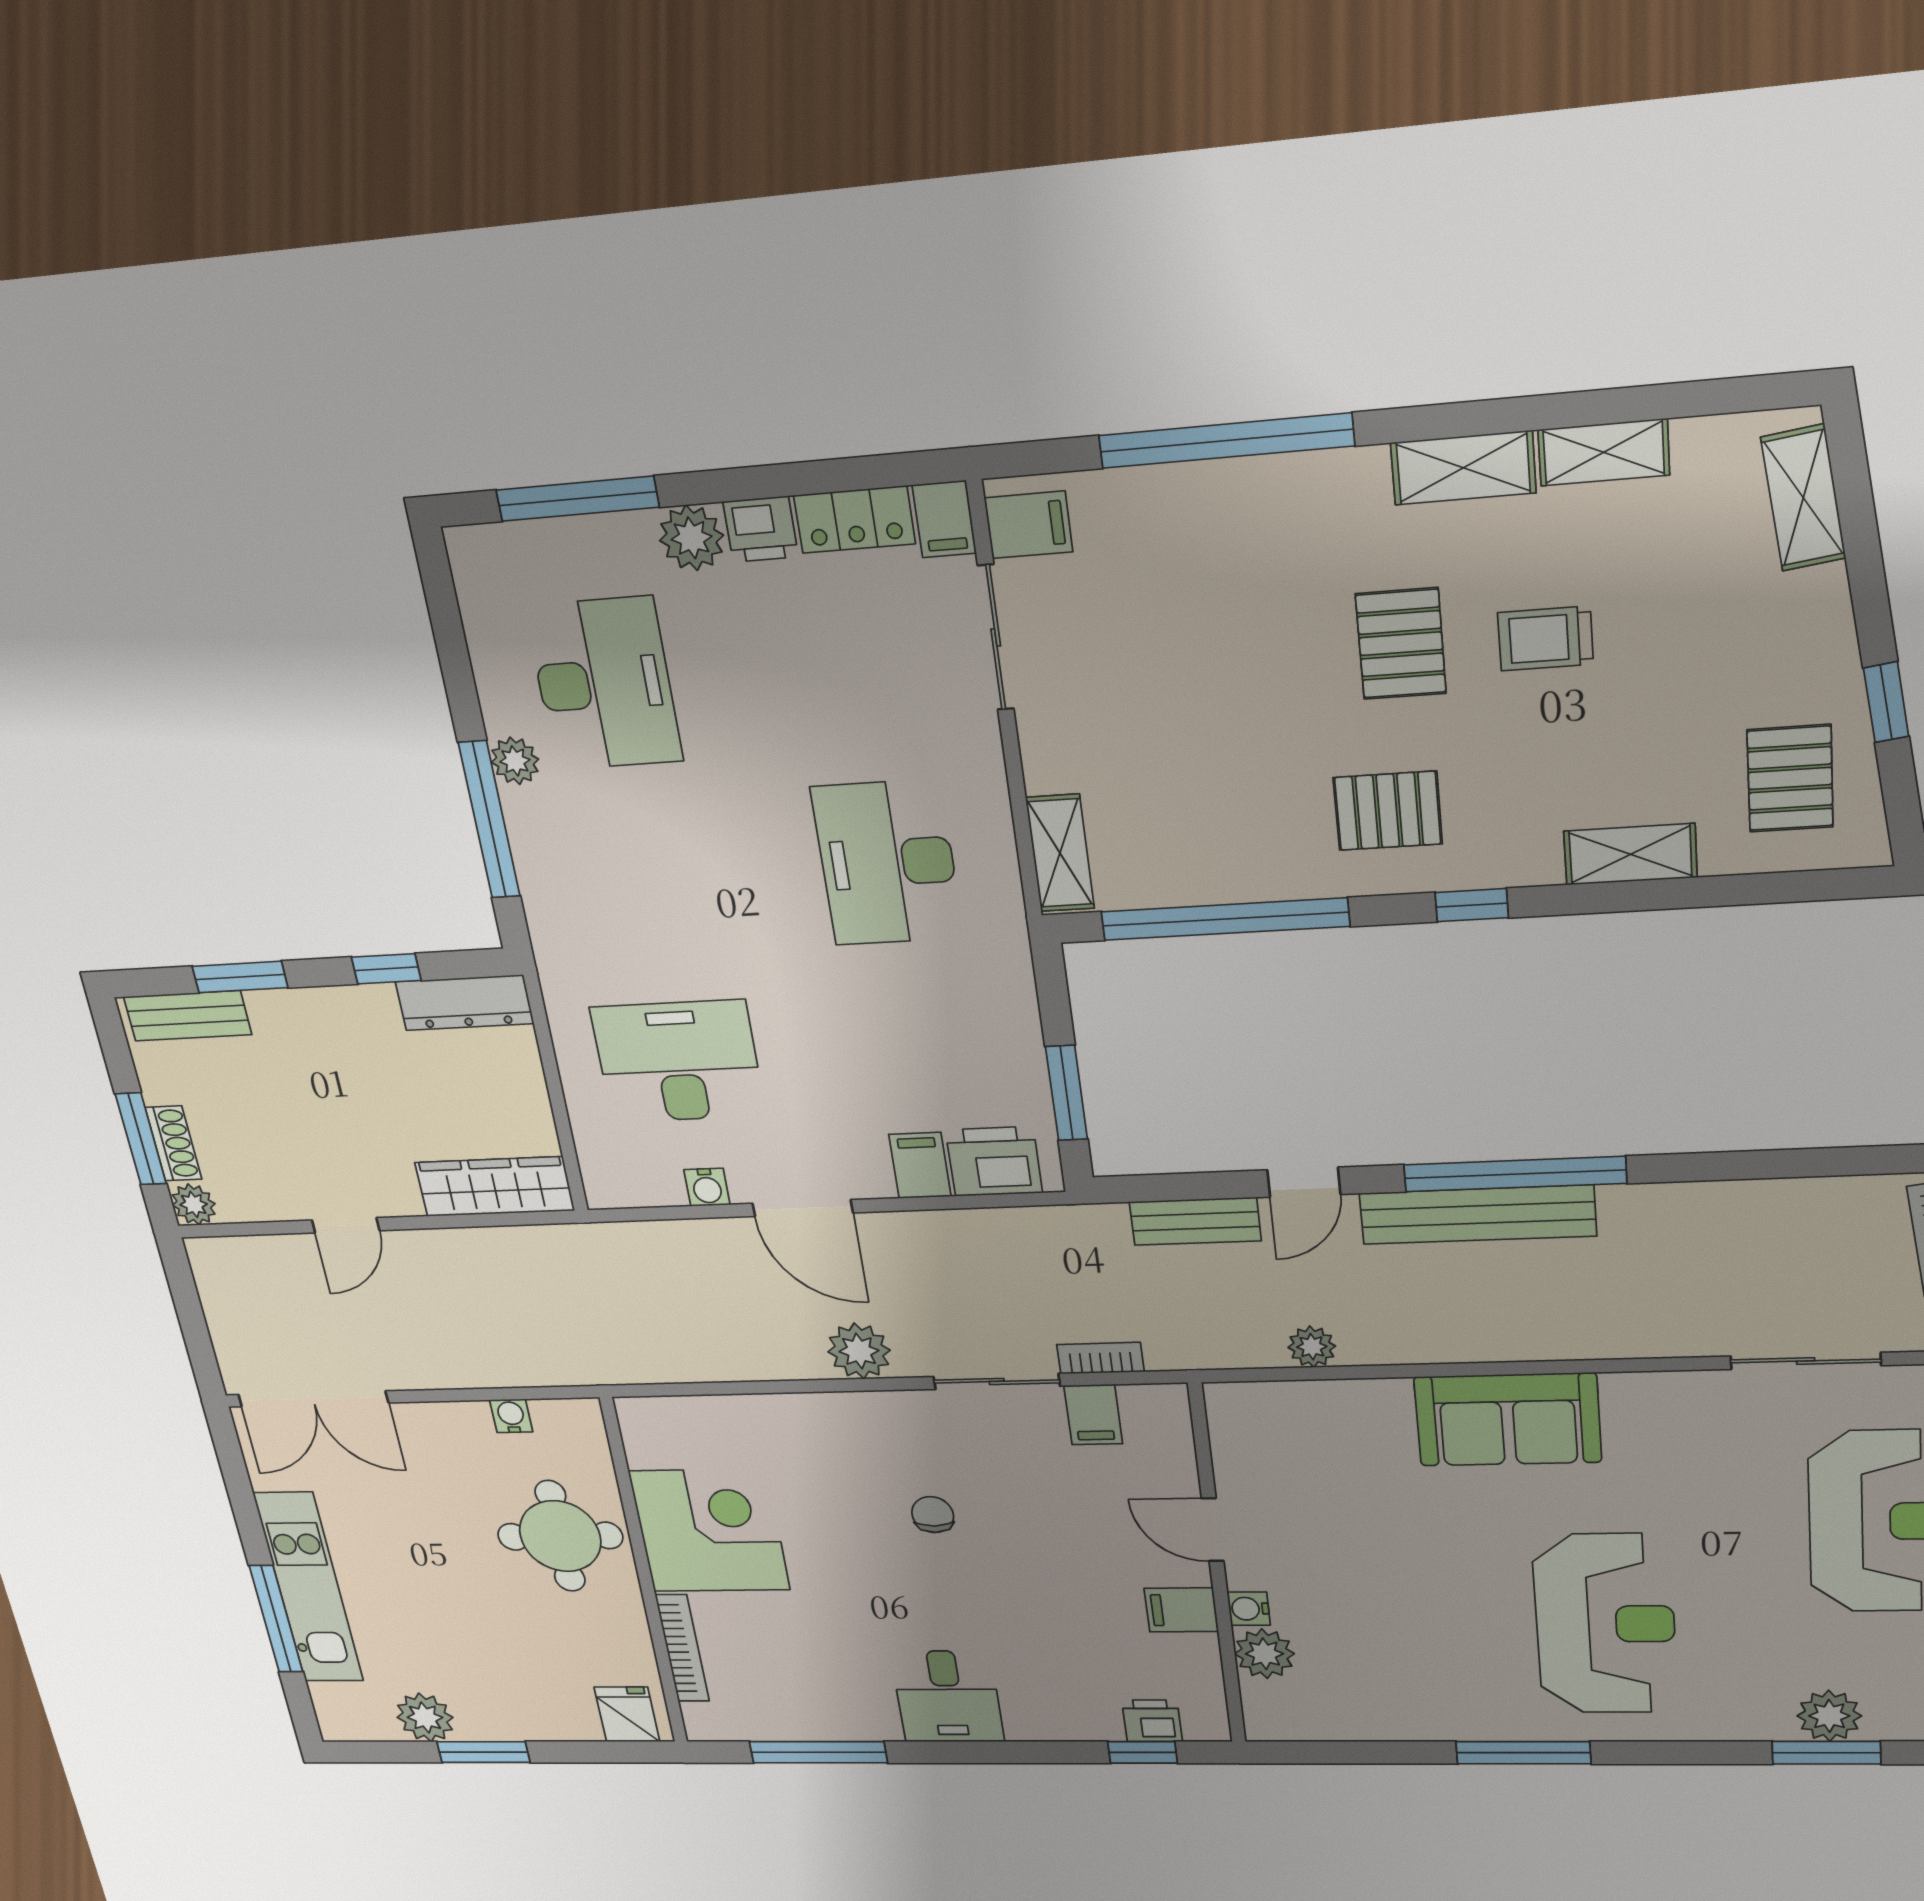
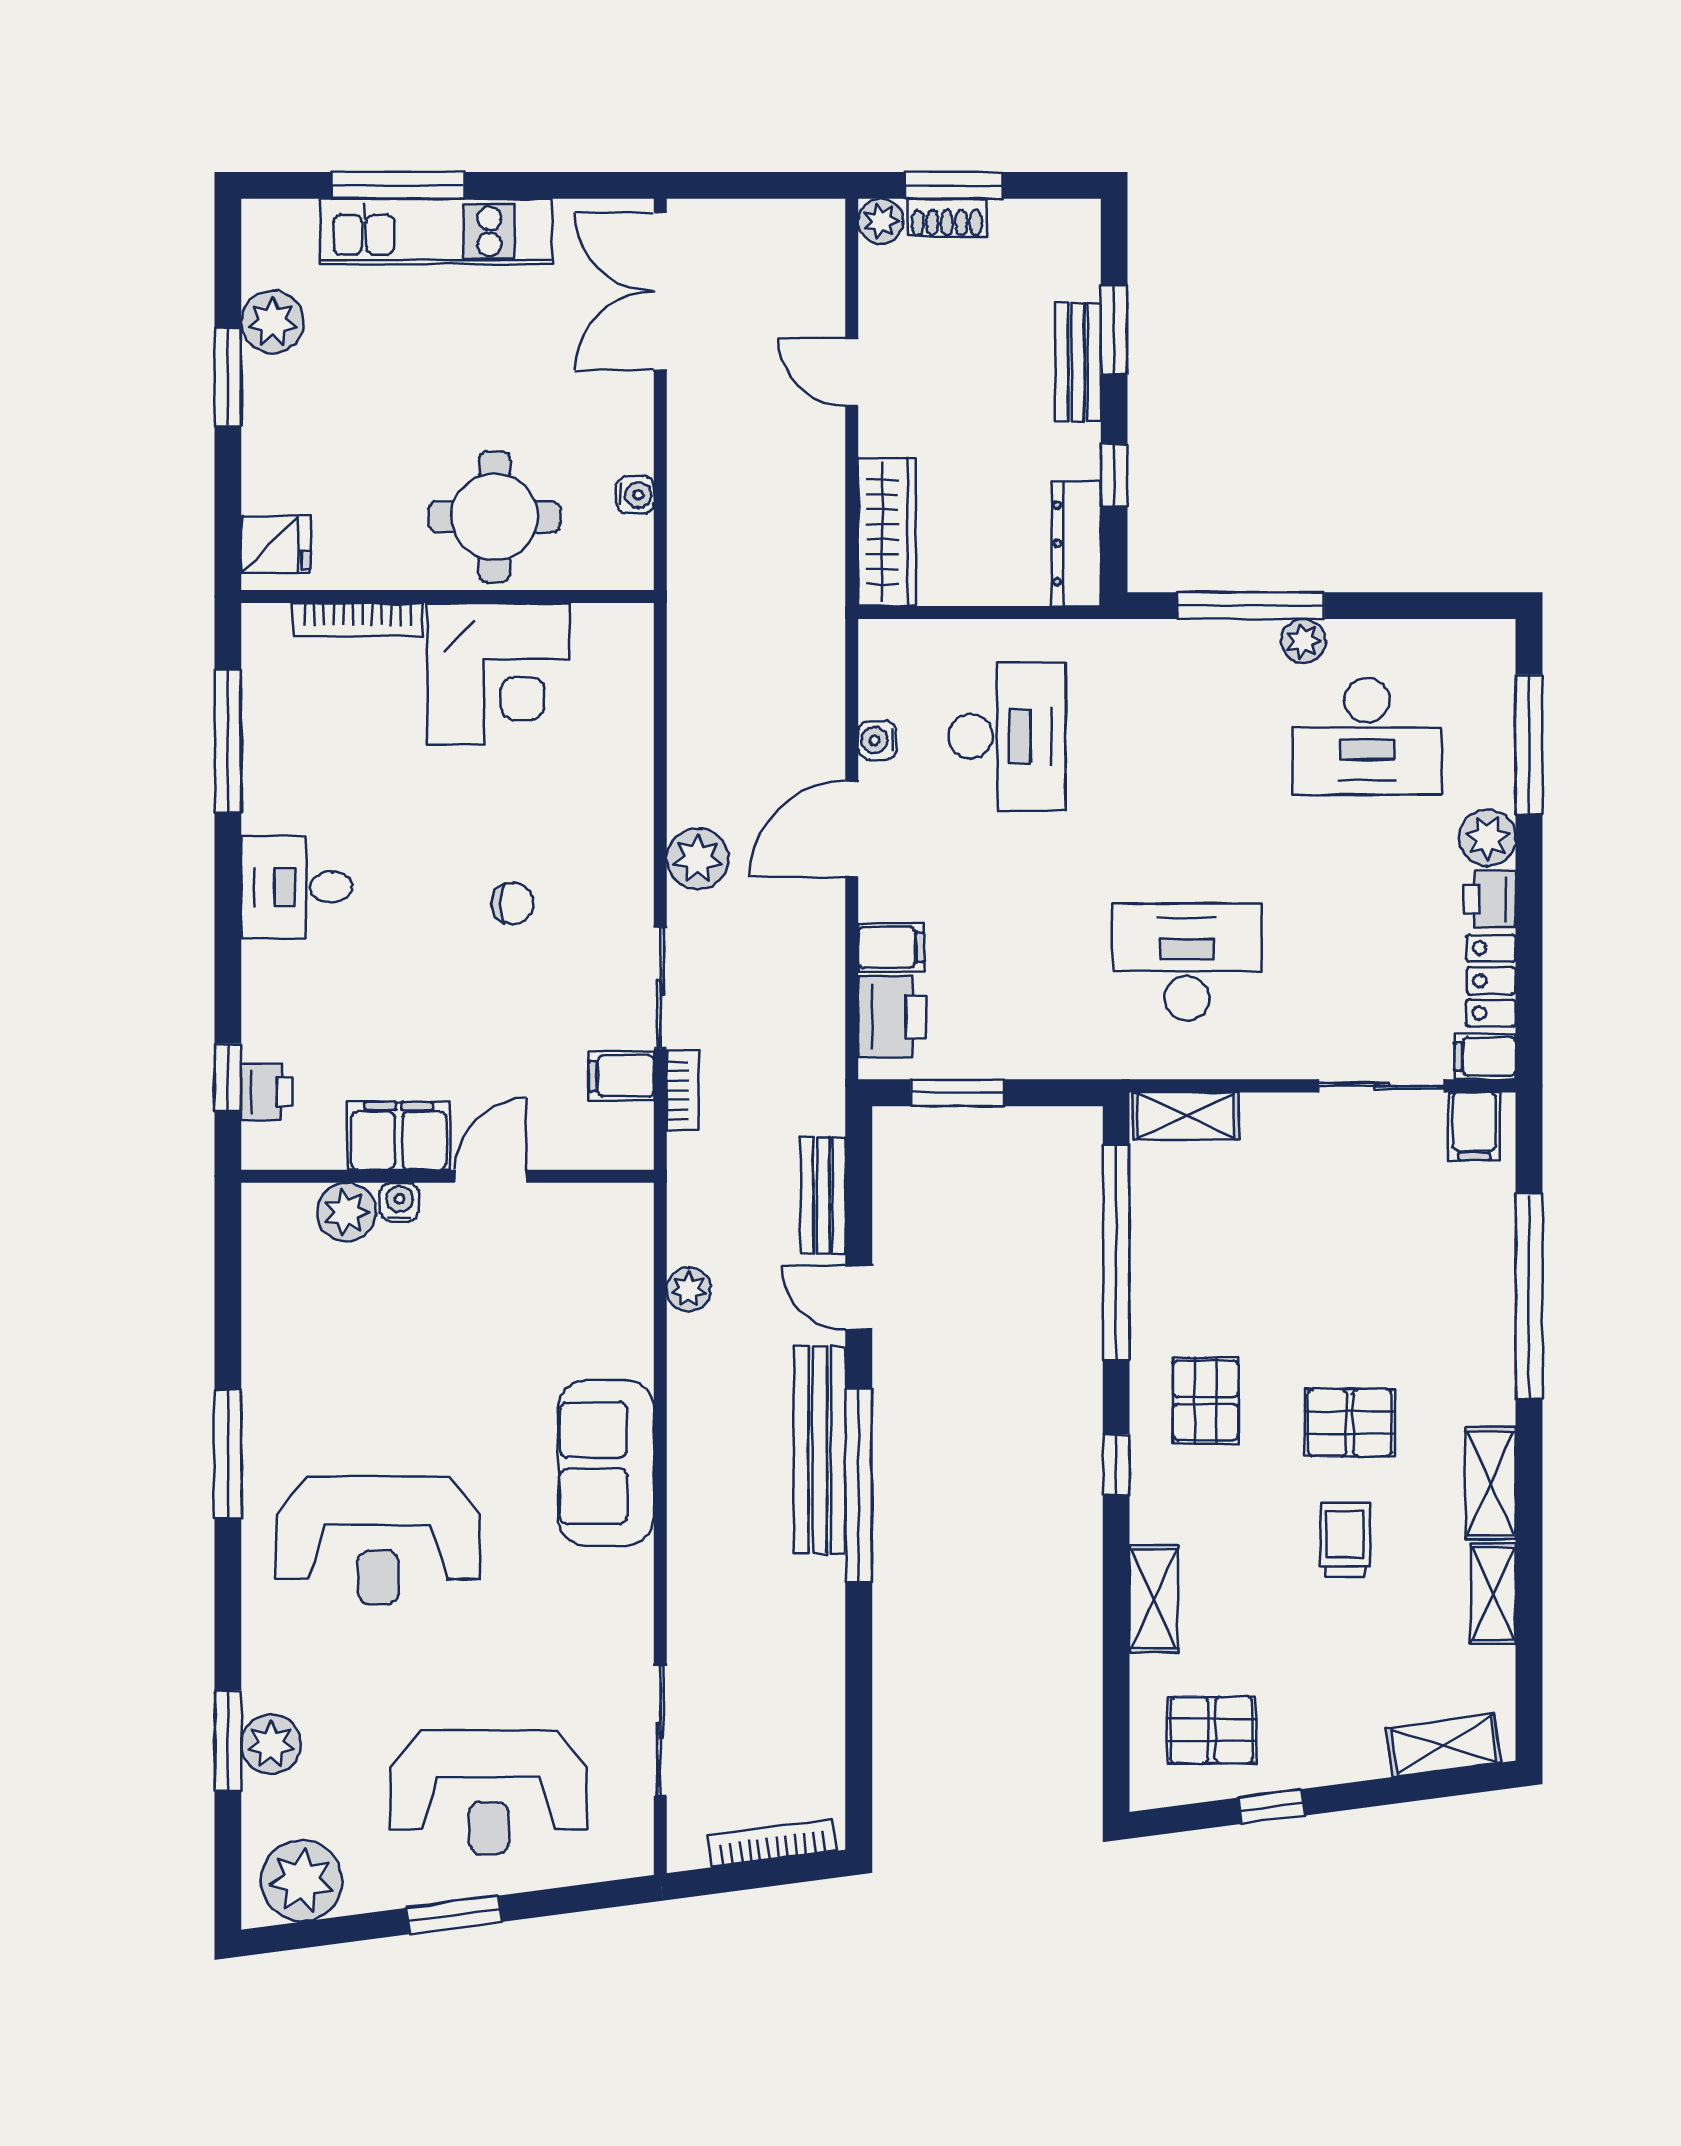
bench: (188, 1016) -> (1078, 362), moved
filing cabinet: (1181, 1610) -> (399, 1136), width x2.00

